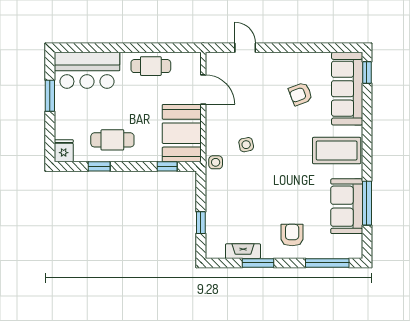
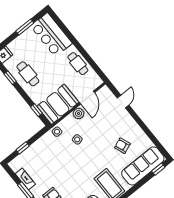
plant: (215, 116) -> (79, 114), added

